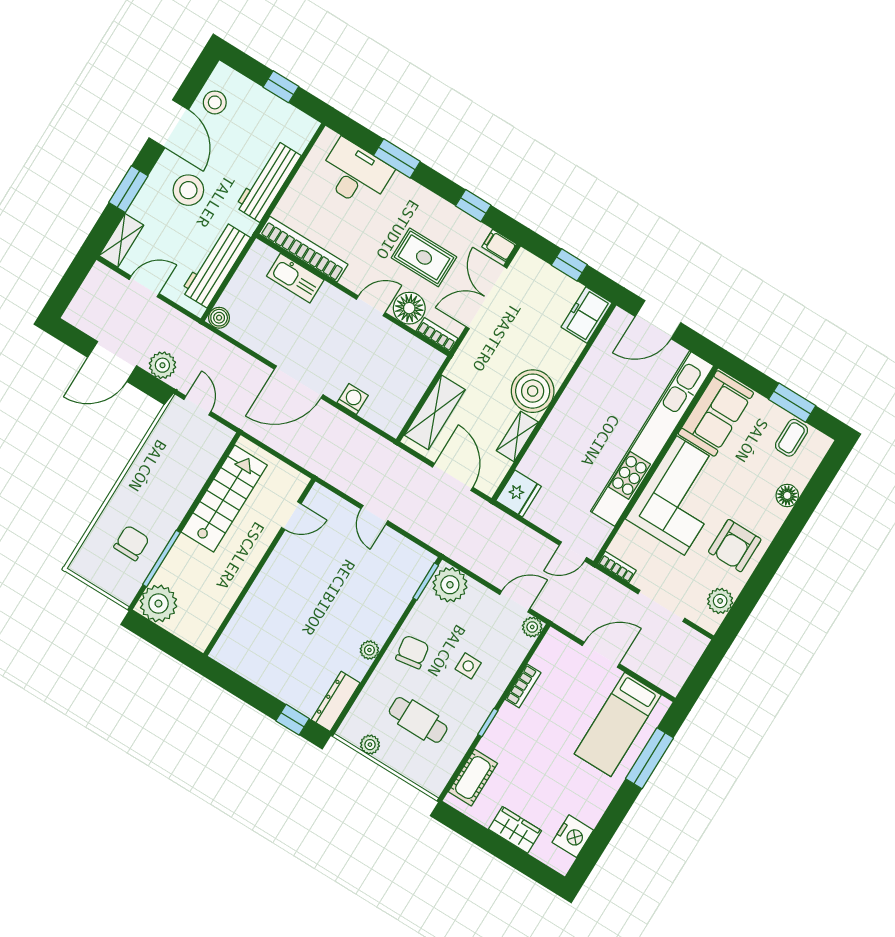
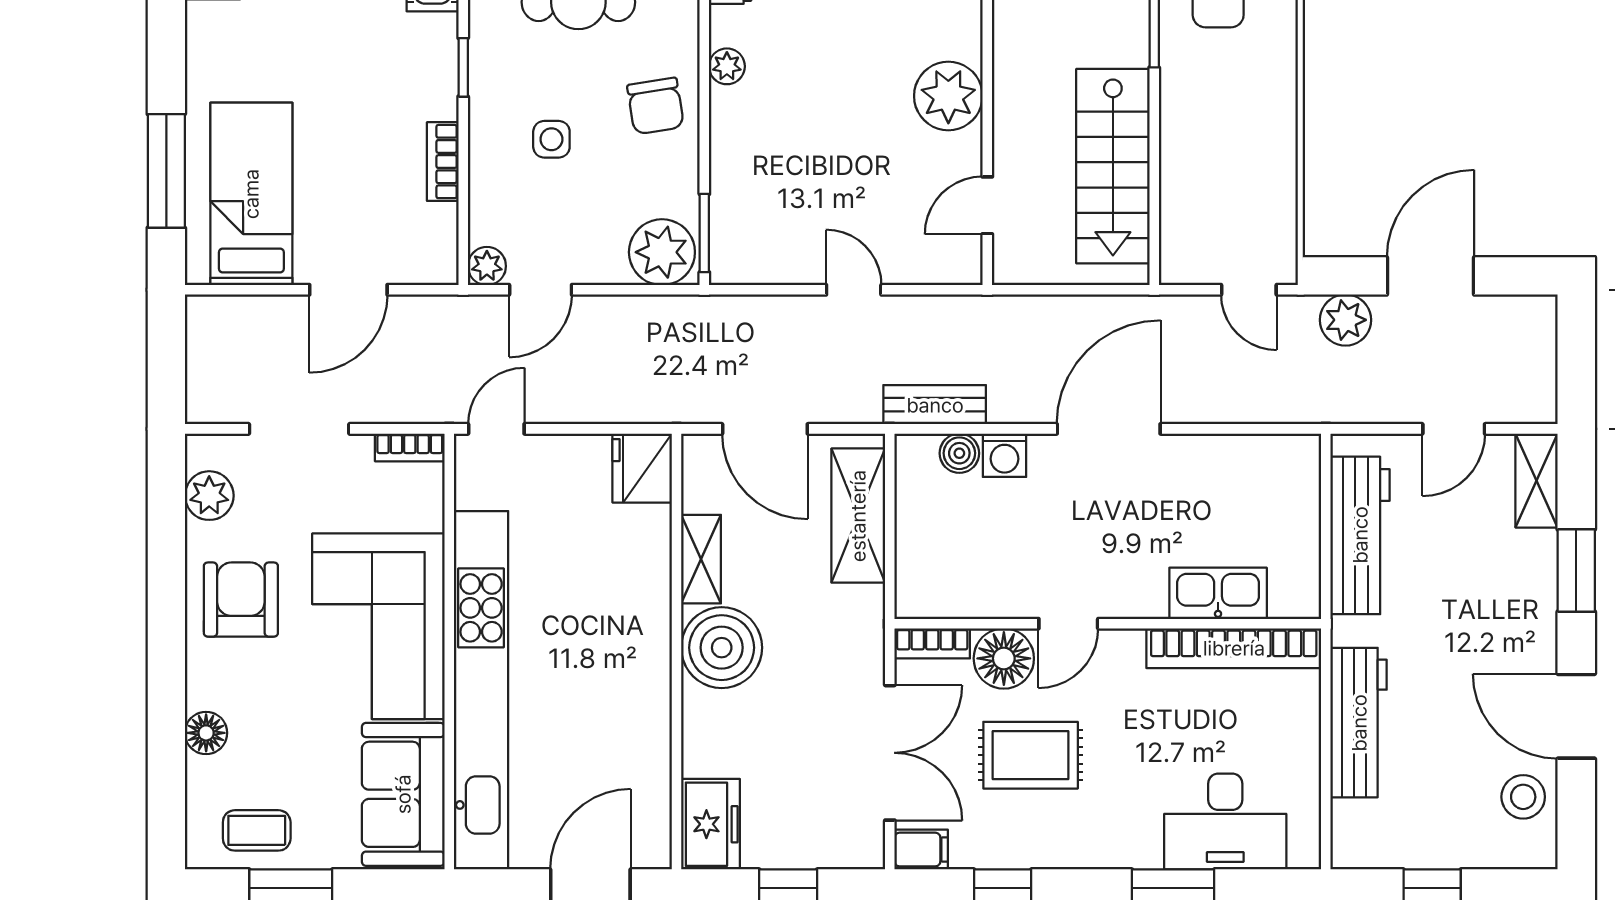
stool: (188, 190) -> (1478, 629), removed
boiler: (219, 318) -> (959, 453), moved
coffee table: (791, 438) -> (257, 830), turned 90
bench: (370, 441) -> (935, 405), added
plant: (278, 575) -> (948, 96), added

